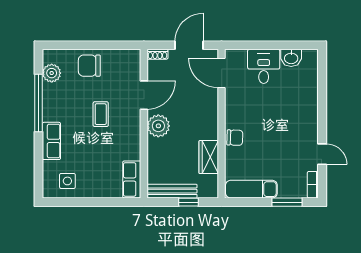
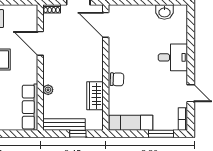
desk: (264, 66) -> (173, 57), moved, turned 90
door: (144, 95) -> (40, 43), swing flipped
plant: (158, 126) -> (48, 90), moved, width x0.53, depth x0.53
row of seats: (132, 179) -> (30, 107), width x1.48

